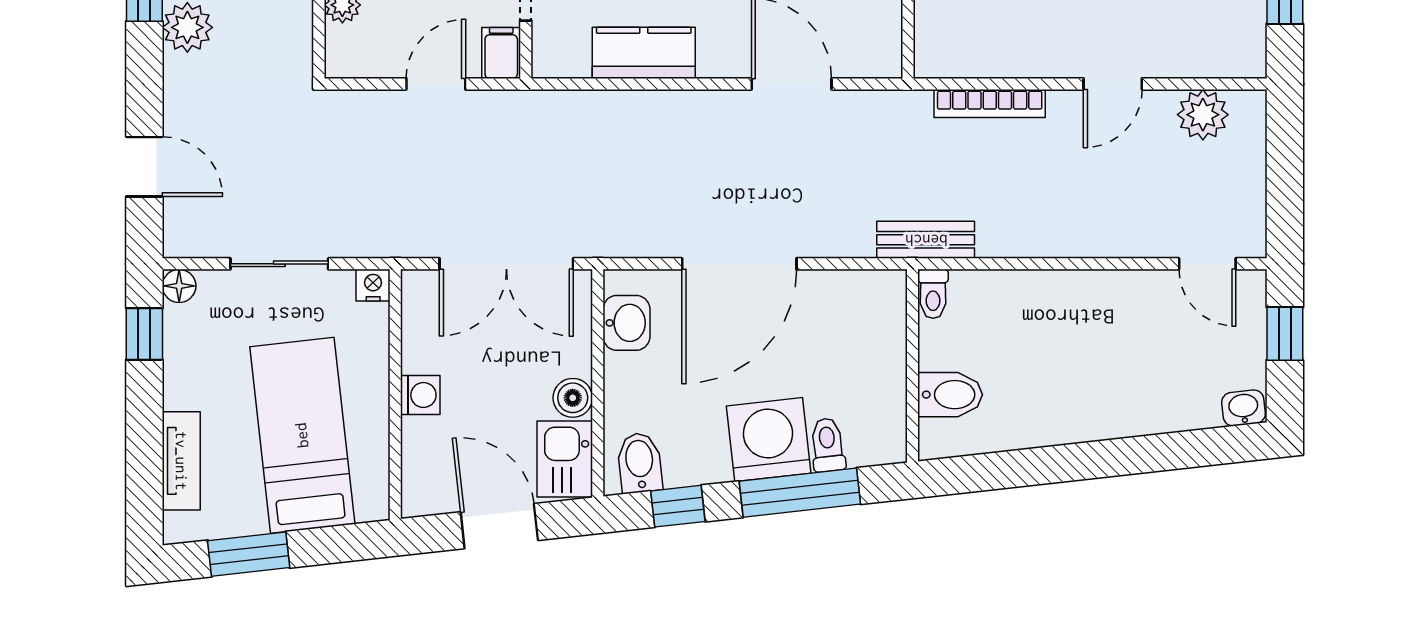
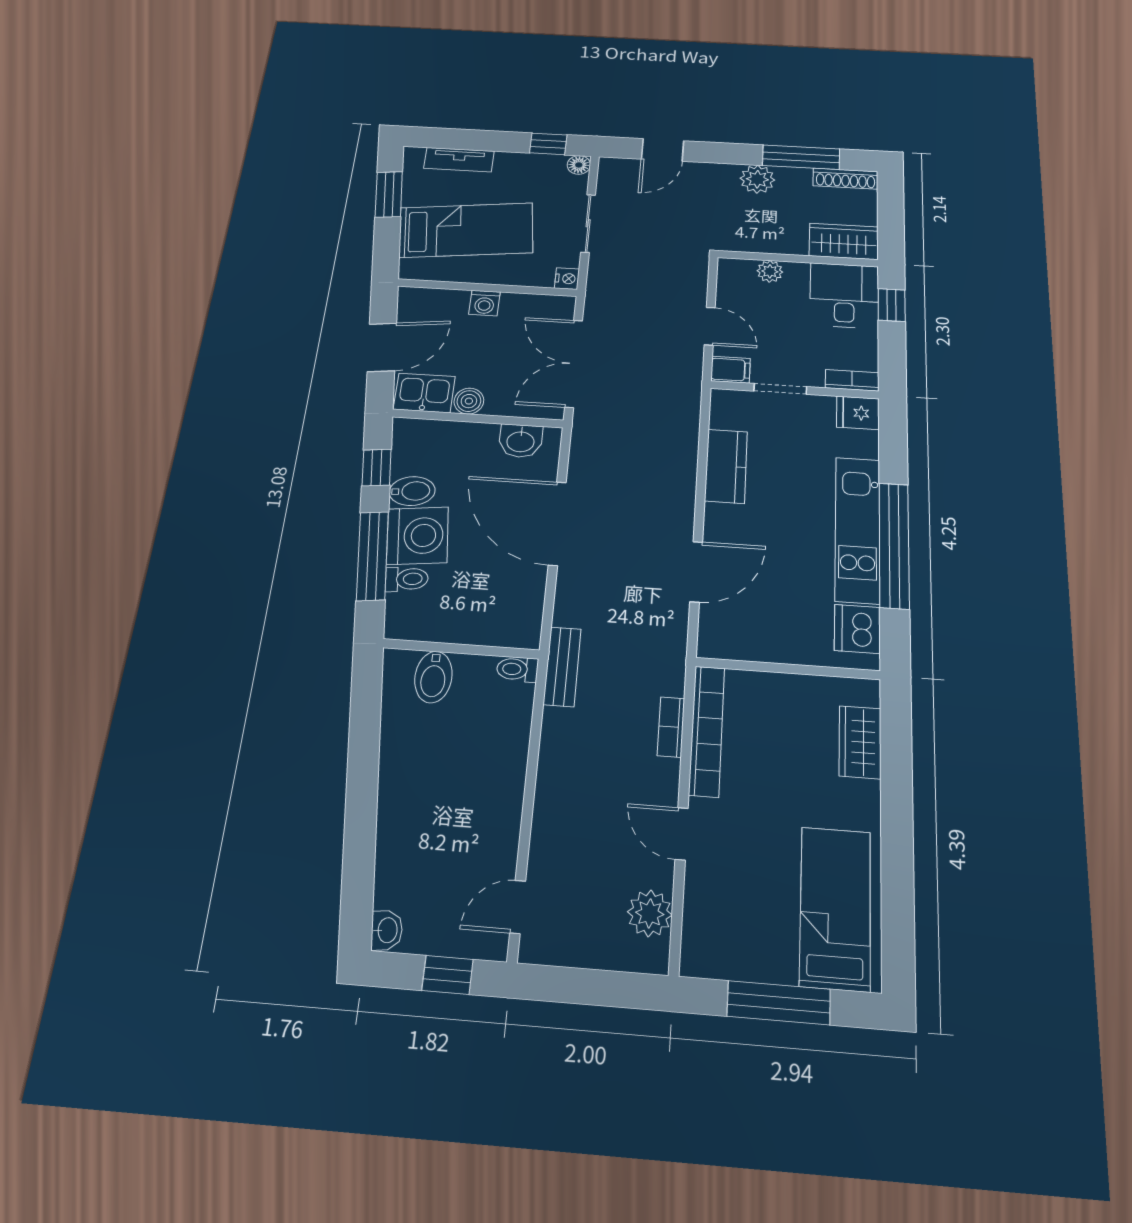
bookcase: (991, 61) -> (707, 731), added
bookcase: (990, 103) -> (671, 727), width x0.64
bidet: (640, 463) -> (412, 491), moved

